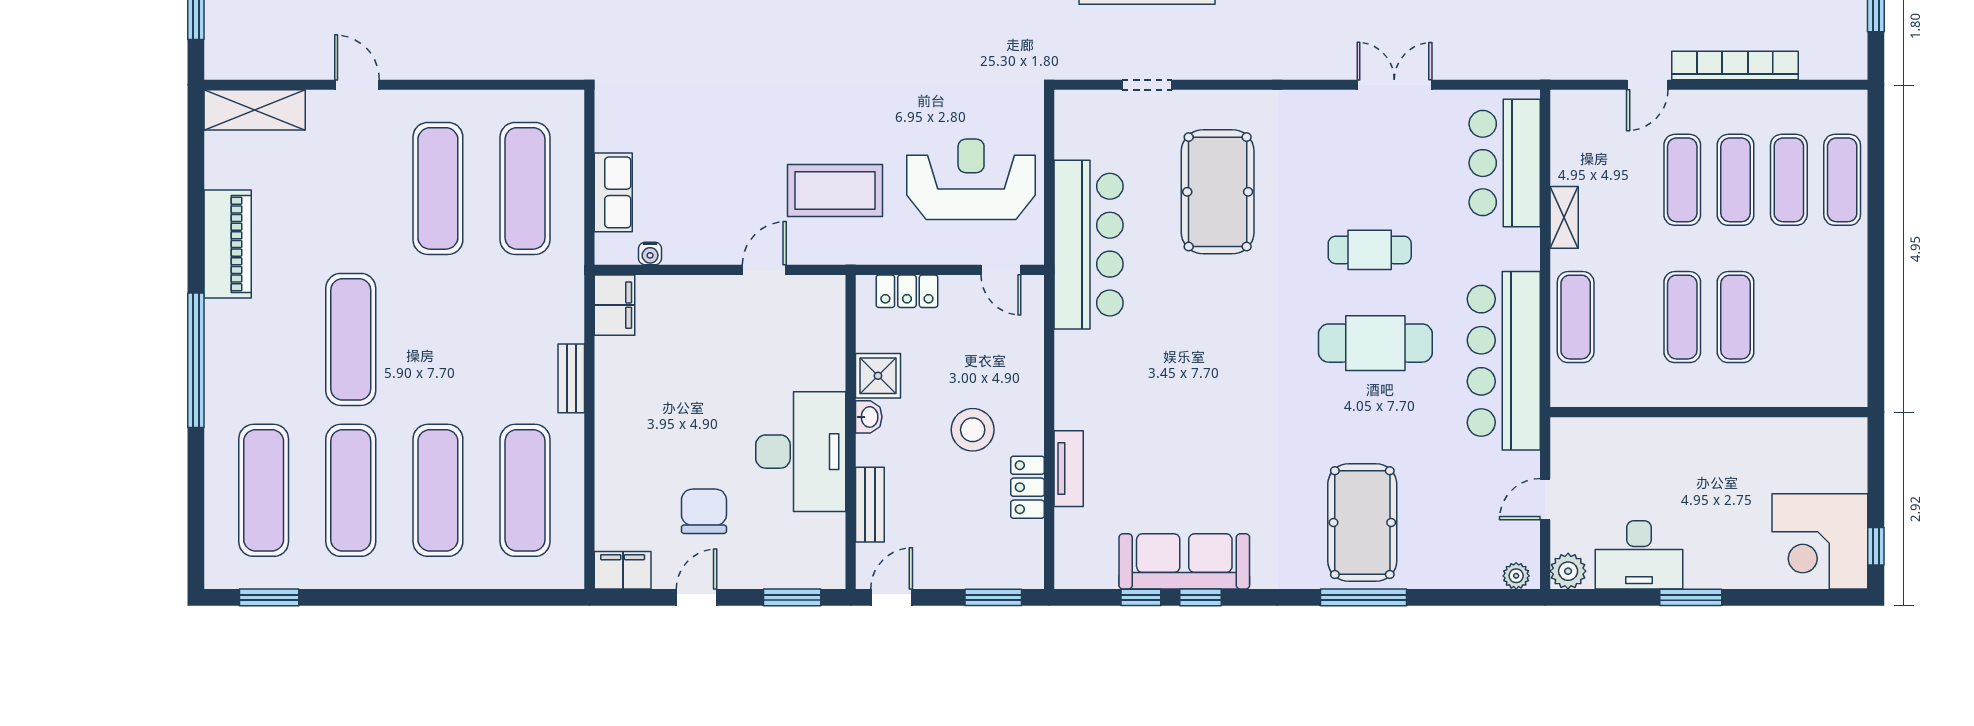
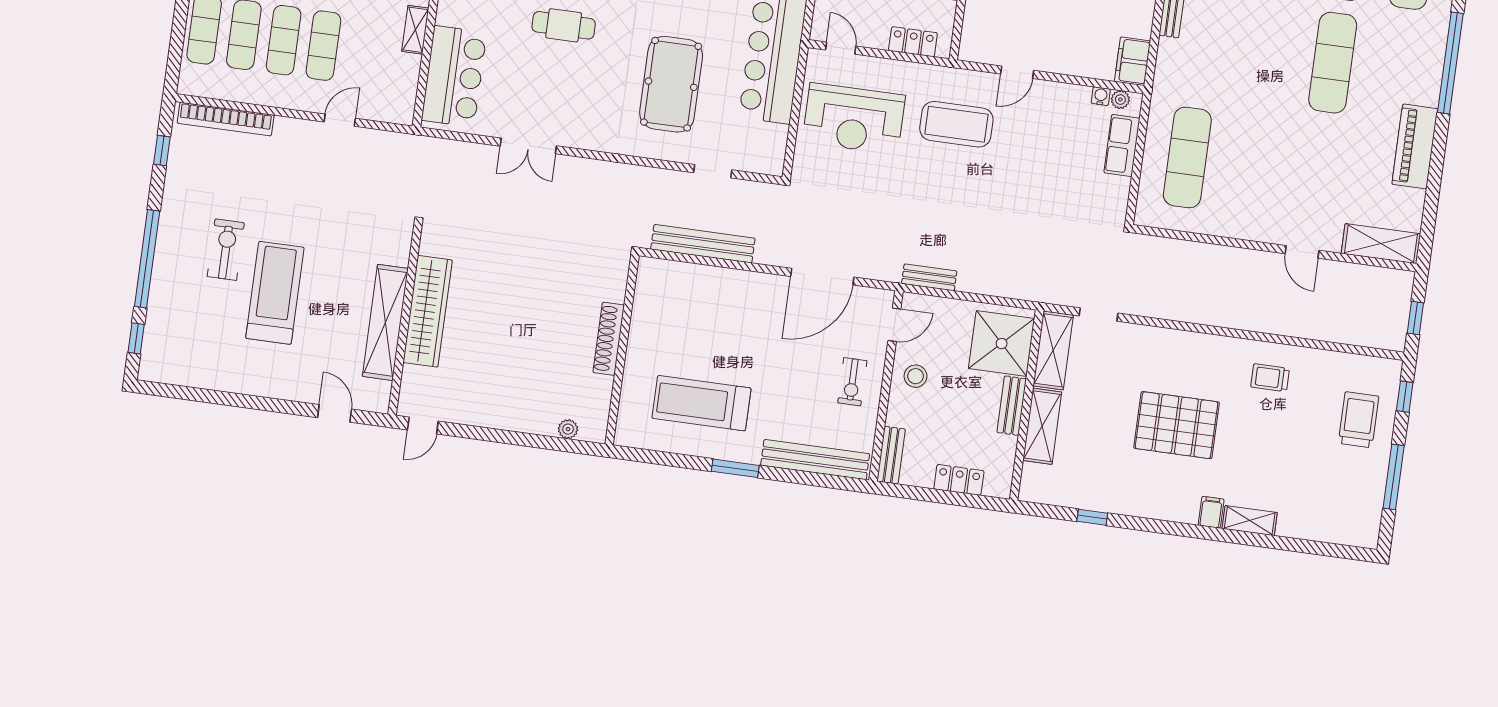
bookcase: (1735, 65) -> (226, 119), moved
exercise mat: (438, 188) -> (1252, 166), removed
plant: (624, 253) -> (1120, 100), added

